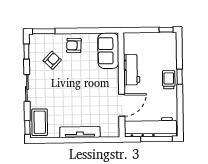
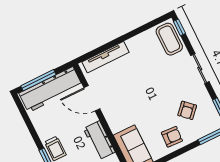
door: (122, 105) -> (92, 98), hinge flipped
tv unit: (80, 132) -> (105, 57), moved

